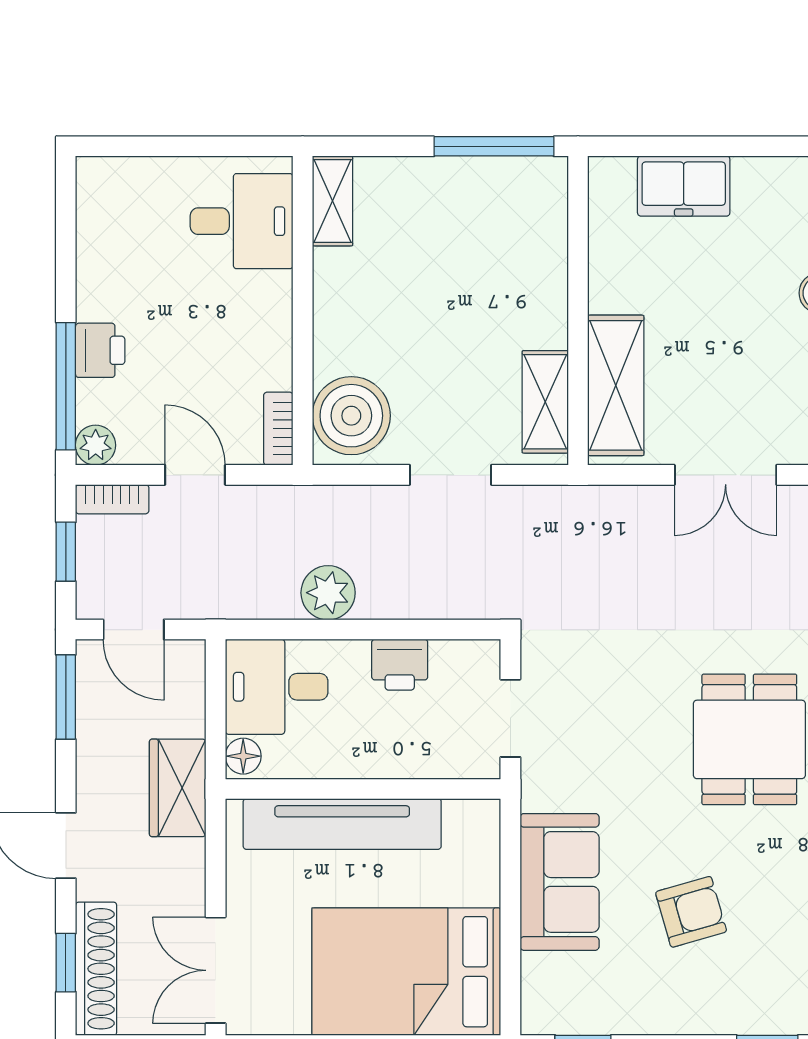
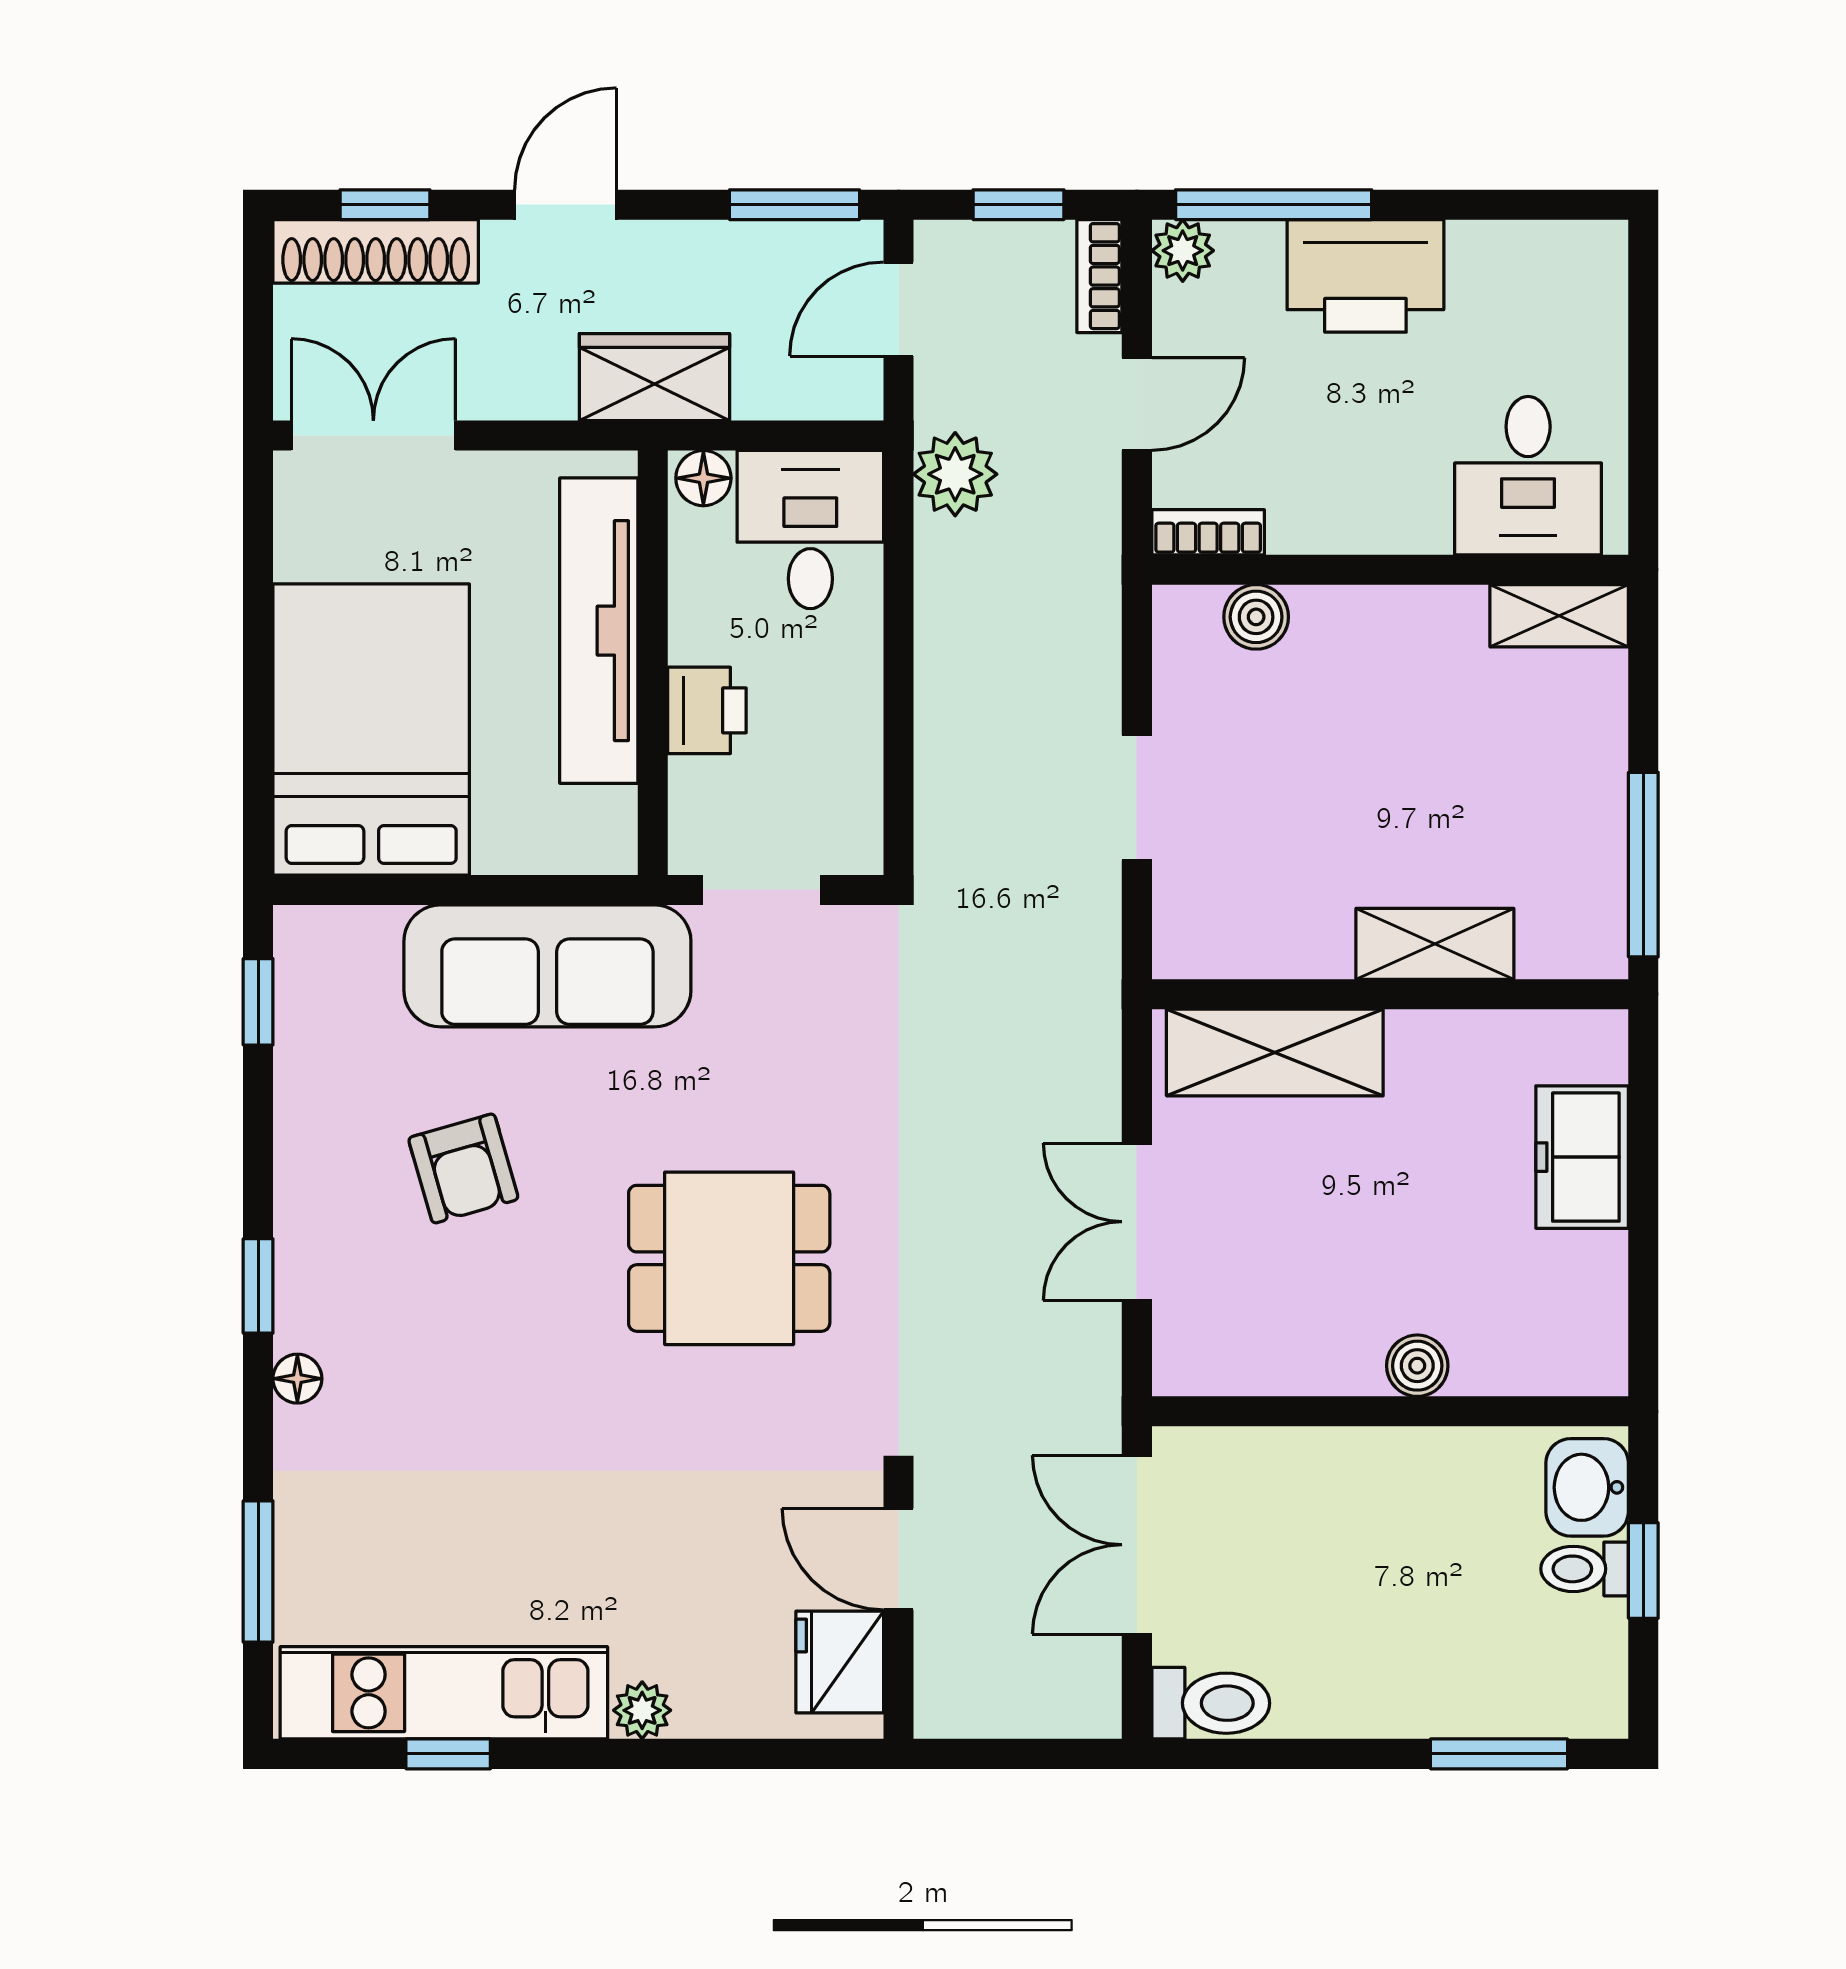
printer: (100, 350) -> (1365, 276), width x1.87, depth x1.48
shelving: (545, 402) -> (1435, 944), moved
boiler: (351, 416) -> (1256, 617), width x0.54, depth x0.54
plant: (328, 593) -> (955, 474), moved
printer: (400, 665) -> (707, 710), moved, turned 180
sofa: (560, 882) -> (547, 966), width x1.36

